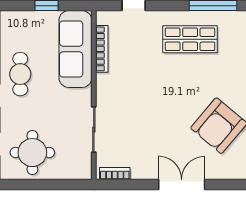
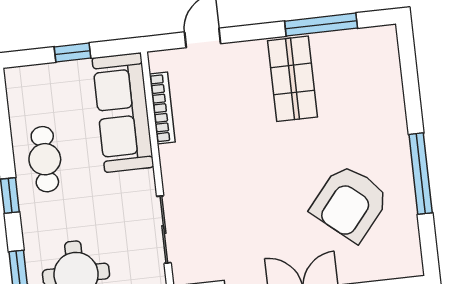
shop shelf: (190, 39) -> (292, 79), turned 90

